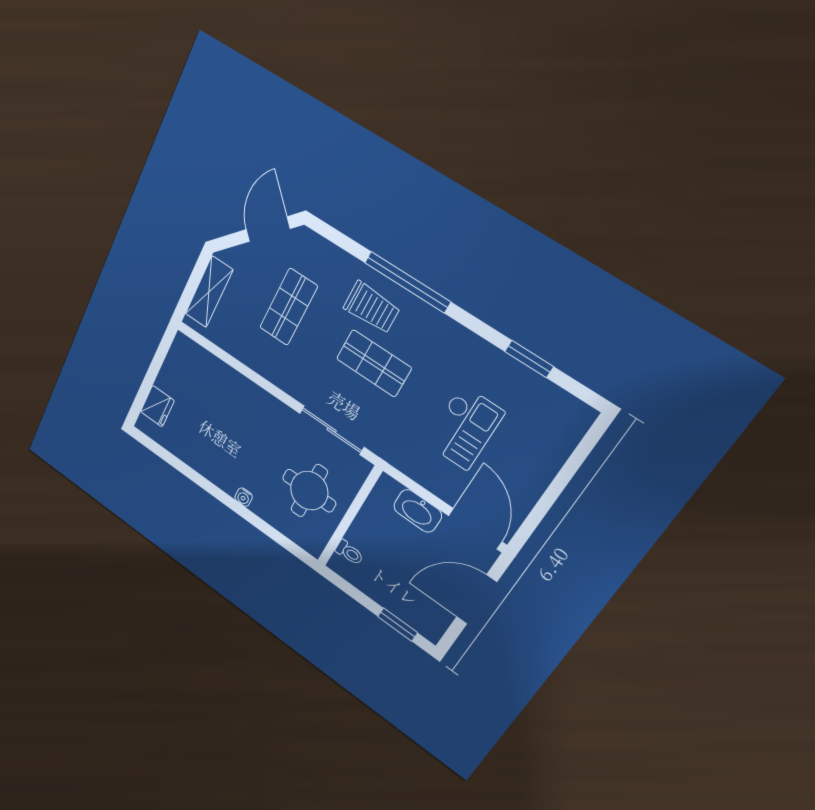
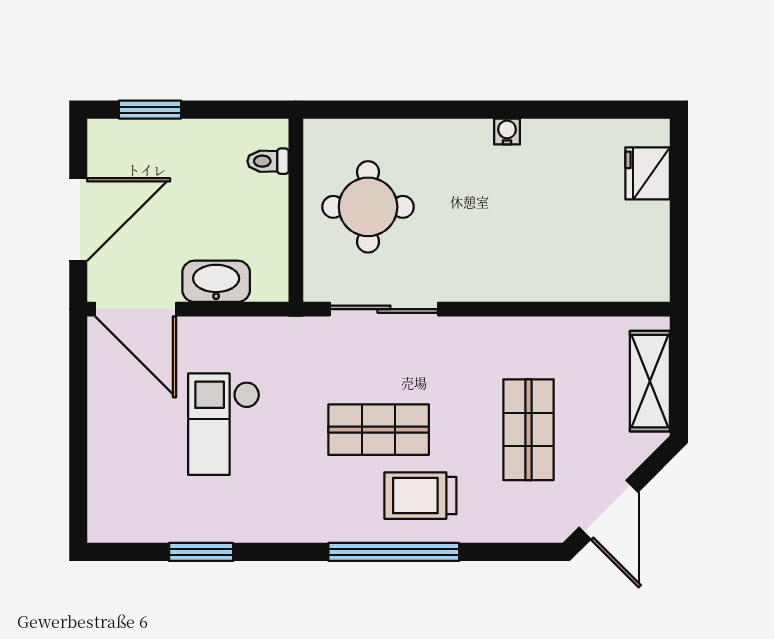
water cooler: (244, 497) -> (507, 132), moved

